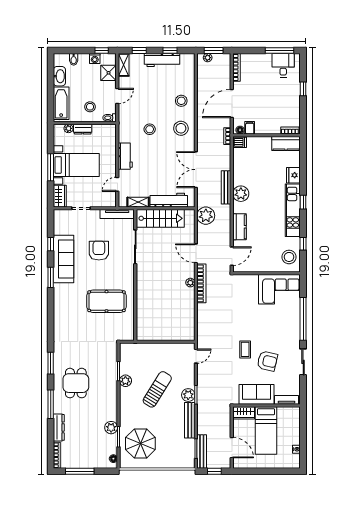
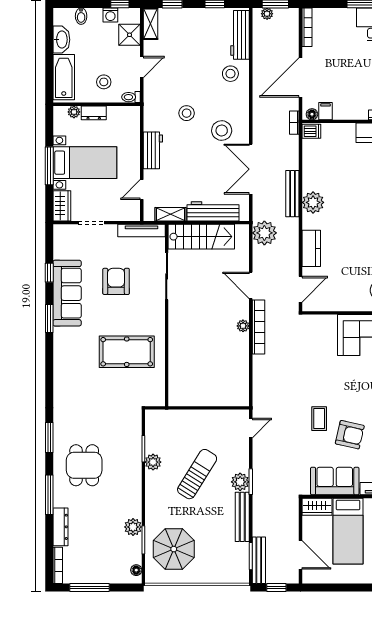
workbench: (162, 60) -> (240, 35), moved, turned 90
stool: (181, 128) -> (222, 130), moved

